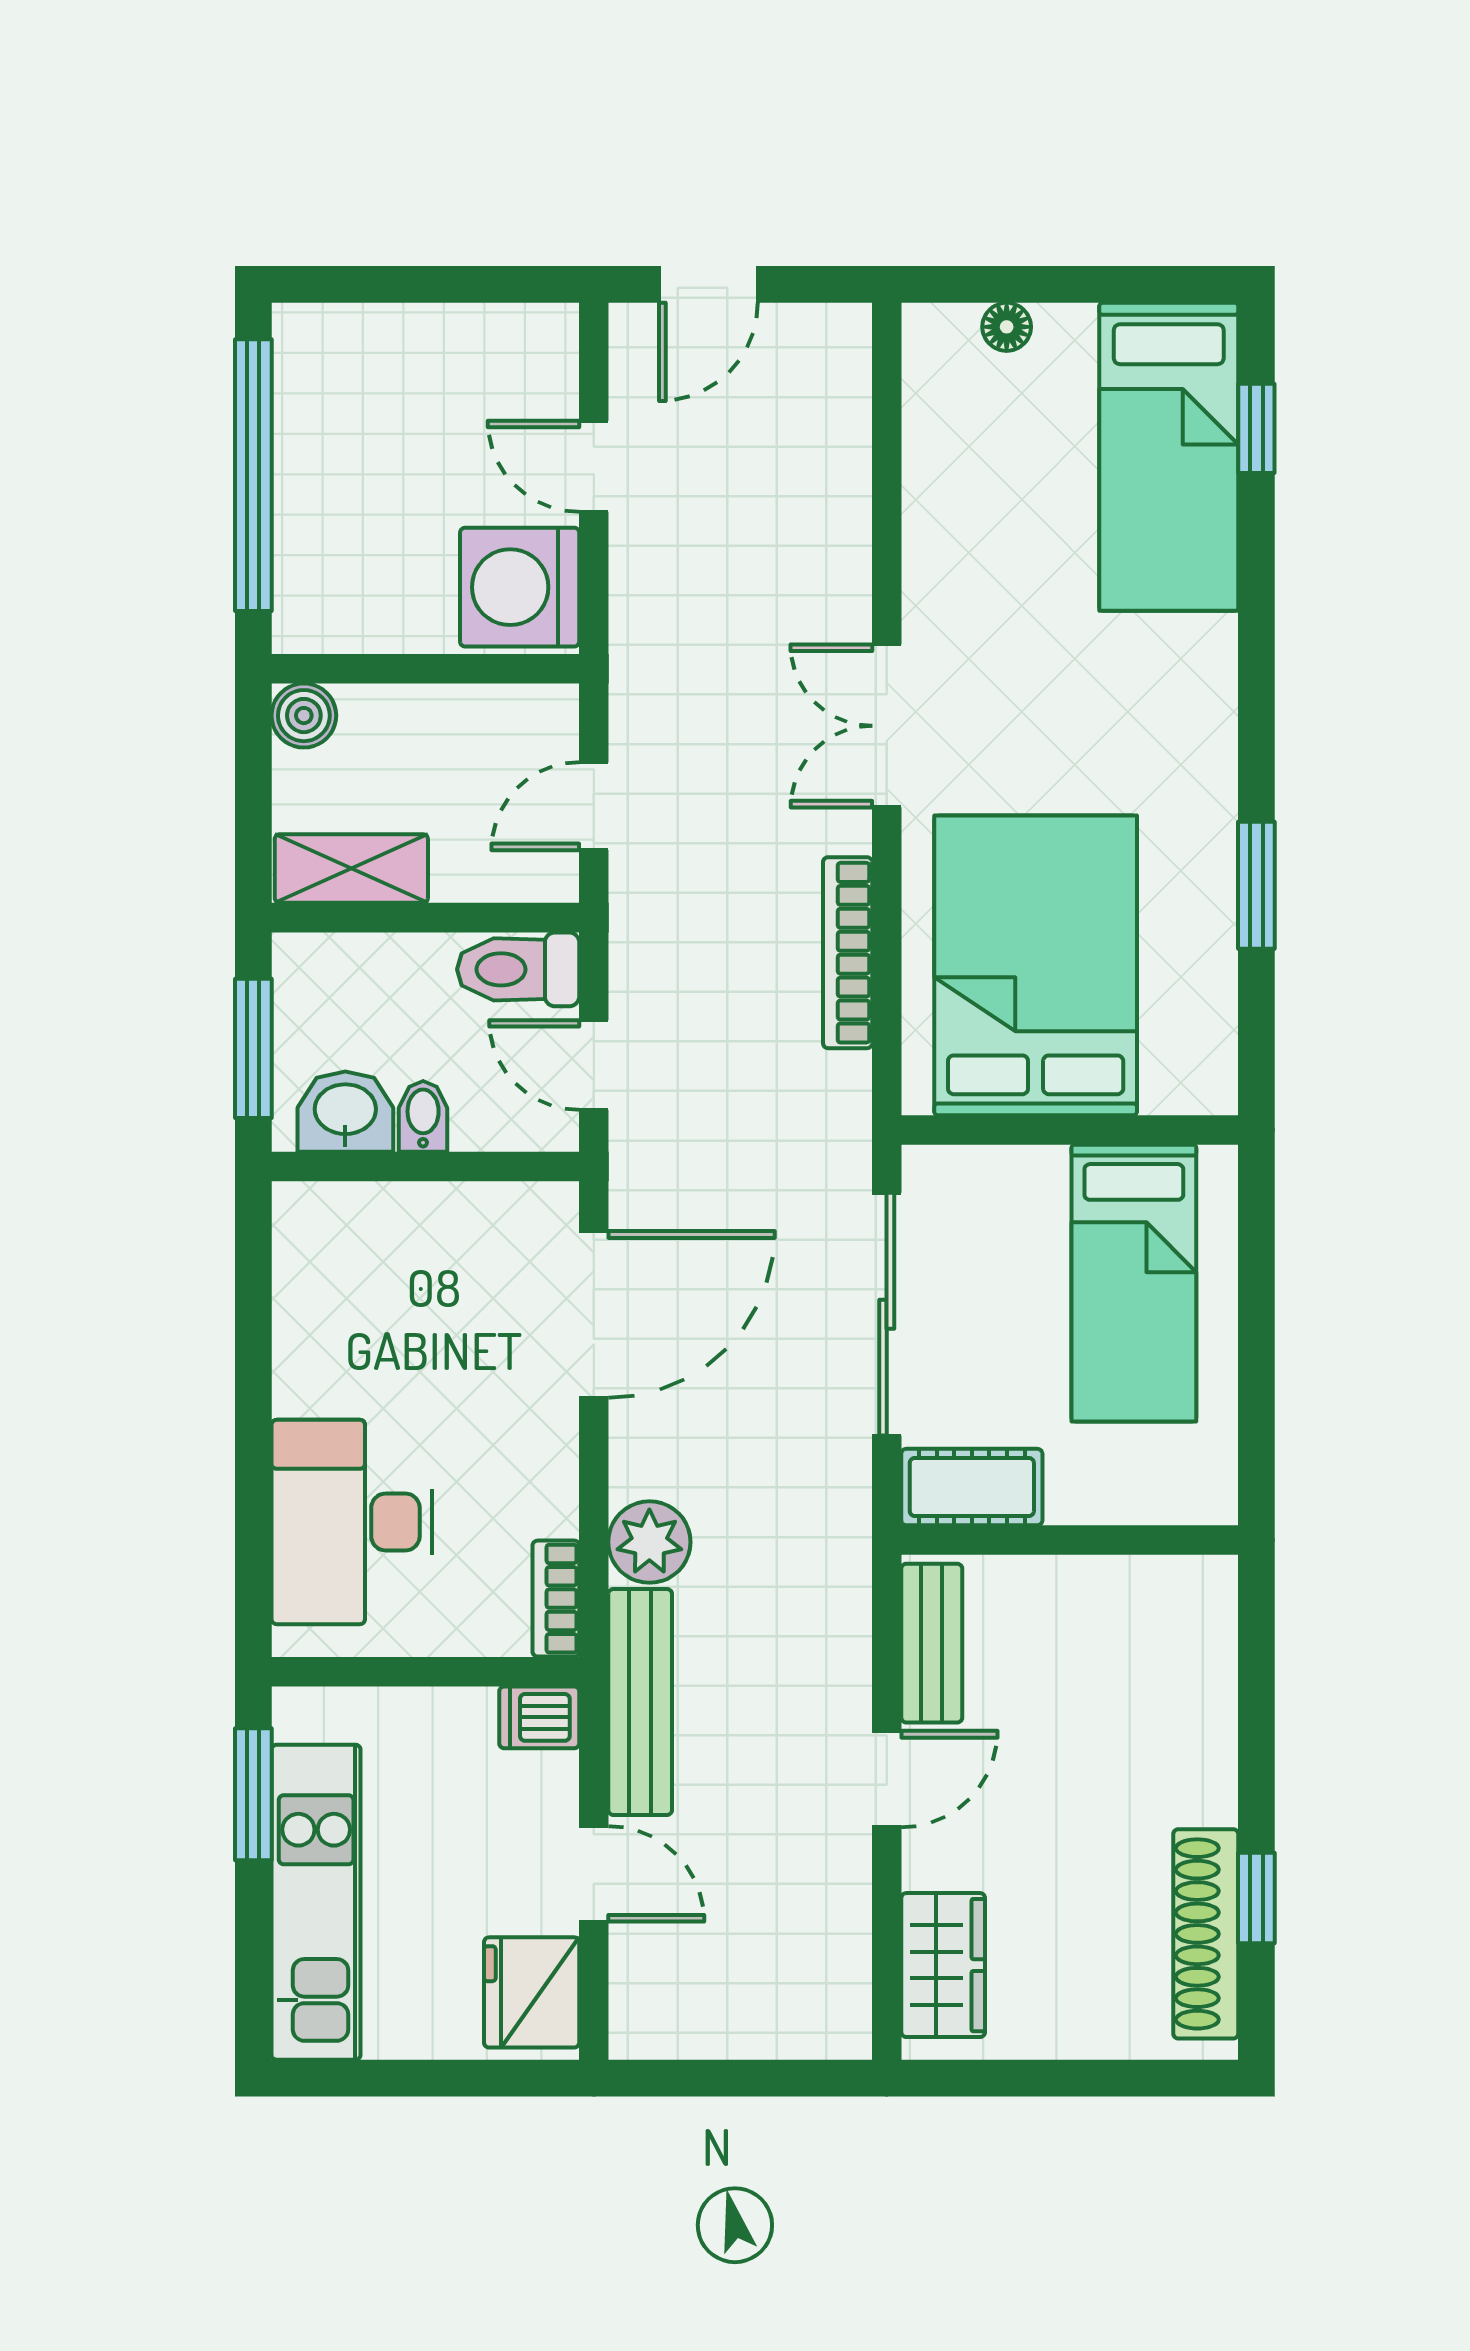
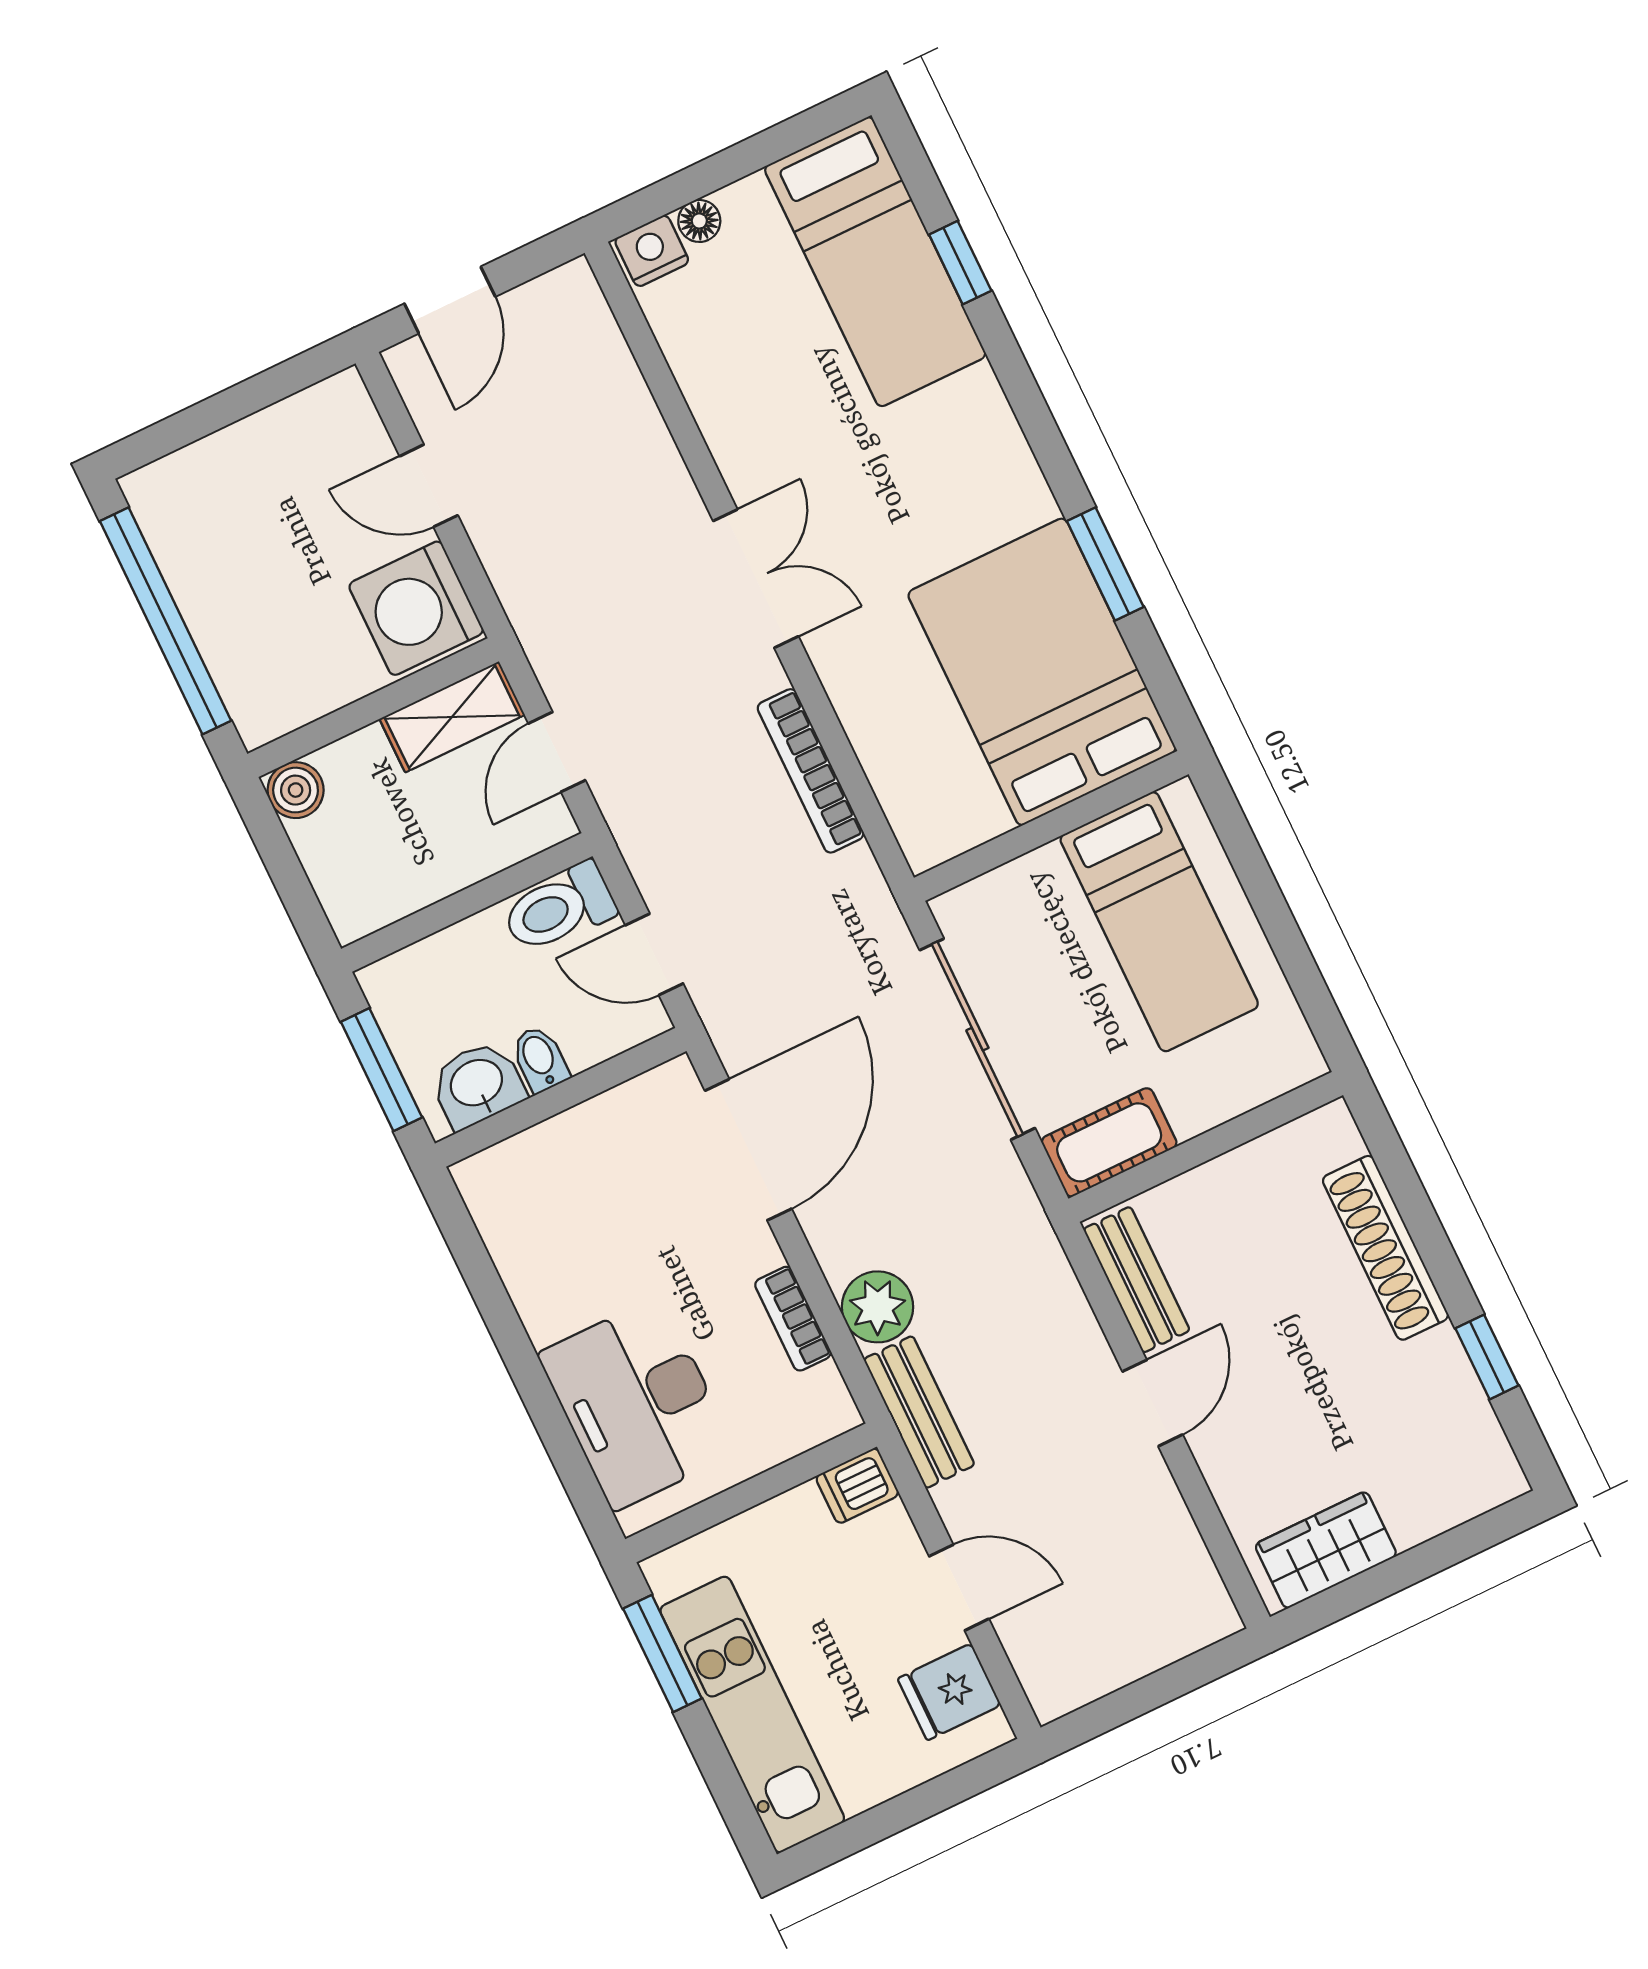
nightstand: (942, 334) -> (652, 251), added
window: (1256, 428) -> (960, 263), moved
double door: (887, 726) -> (756, 579), swing flipped
shelving: (351, 869) -> (452, 717), moved
bed: (1036, 965) -> (1042, 672), moved
bookcase: (556, 1599) -> (793, 1319), moved
bench: (640, 1702) -> (919, 1412), width x0.73
shoe rack: (1206, 1934) -> (1385, 1248), moved
wardrobe: (943, 1965) -> (1326, 1550), moved, turned -90
fridge: (532, 1992) -> (949, 1692), width x0.72

